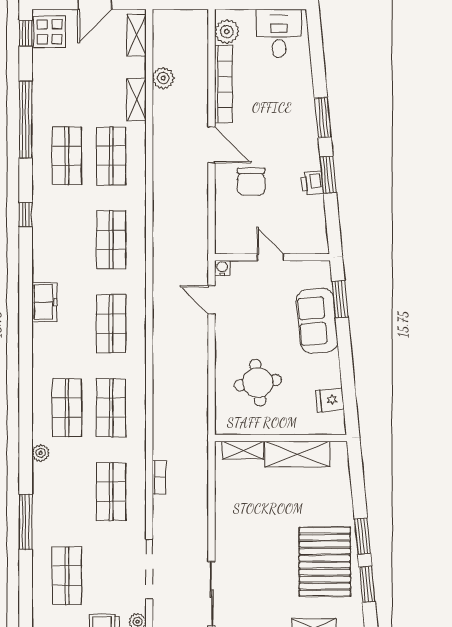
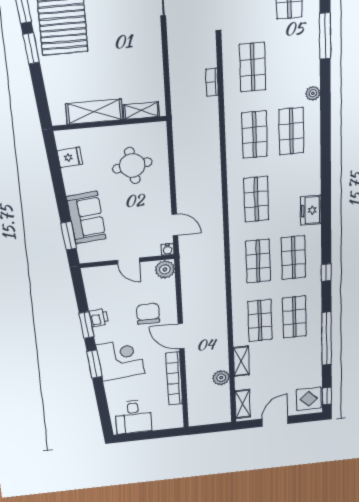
plant: (227, 32) -> (165, 269), moved
corner desk: (290, 120) -> (120, 359), added
shop shelf: (67, 240) -> (293, 258), added

